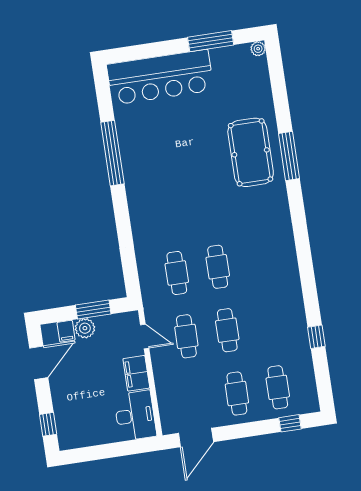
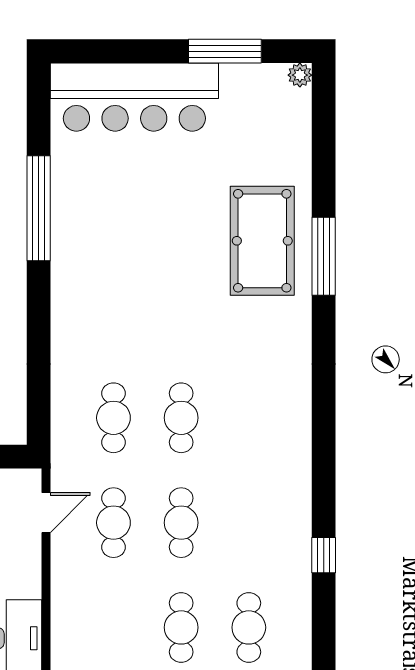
door: (145, 336) -> (46, 513), hinge flipped
filing cabinet: (136, 373) -> (23, 570), removed

